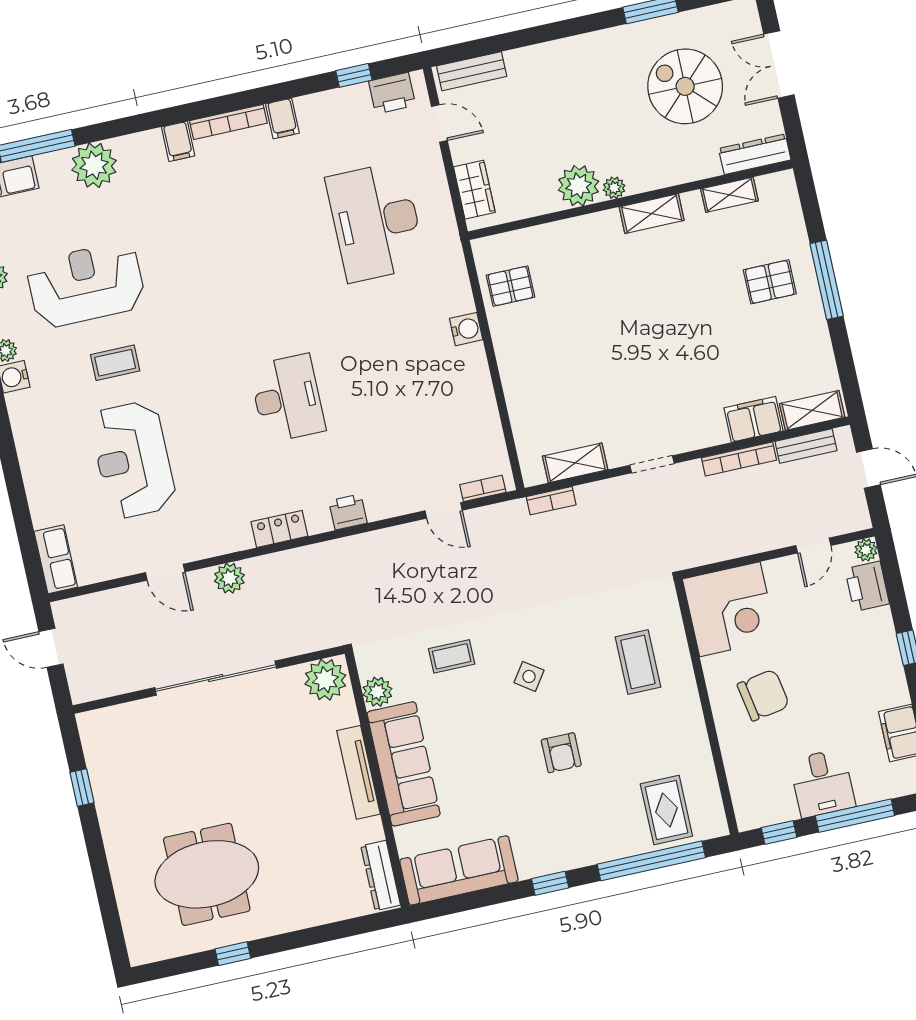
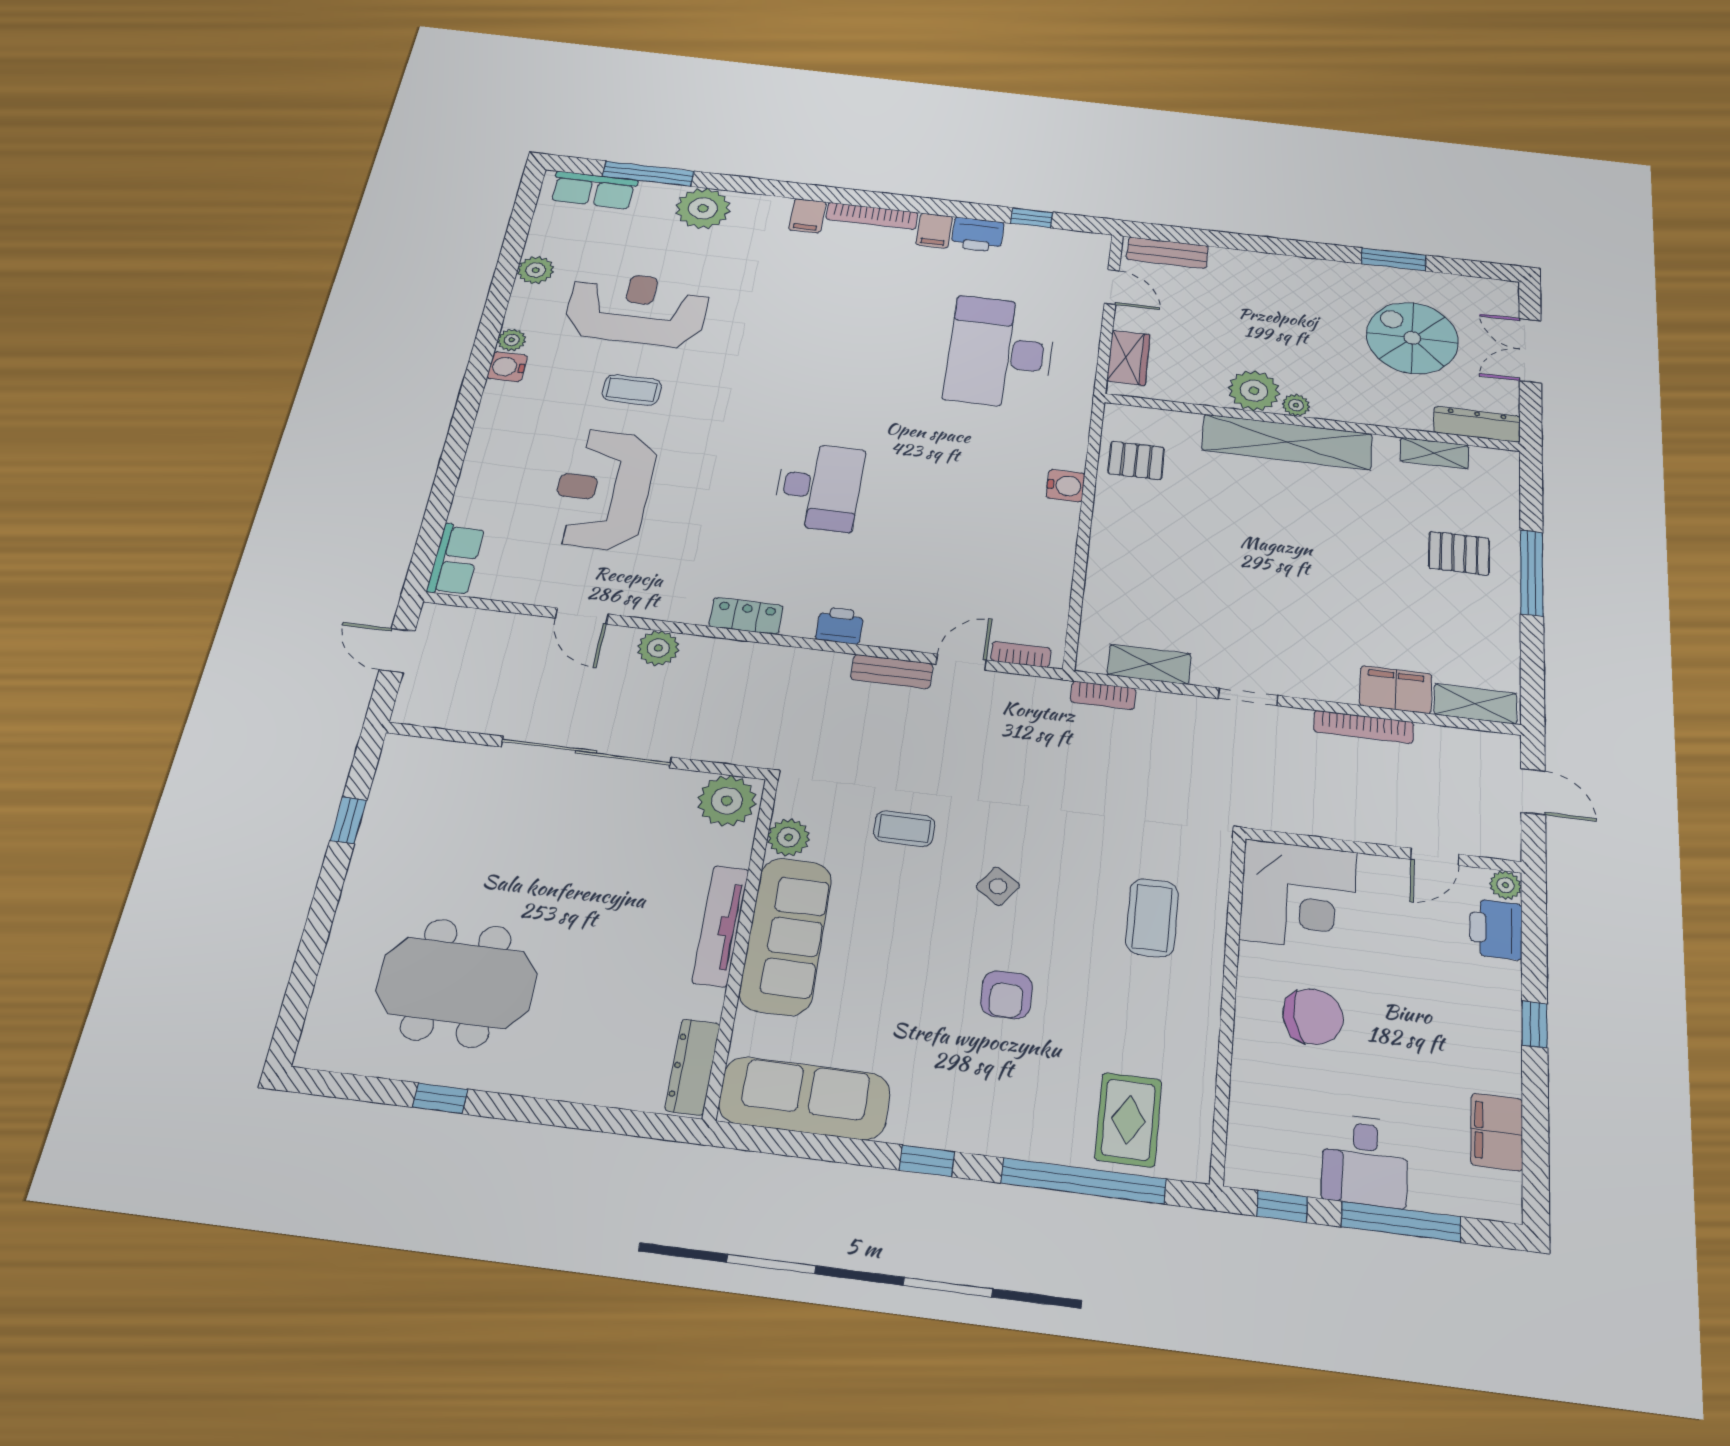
printer: (392, 93) -> (978, 235), moved
shelving: (652, 214) -> (1287, 442), width x2.20, depth x1.33
bench: (806, 446) -> (892, 672), moved
door: (444, 510) -> (961, 662), swing flipped

